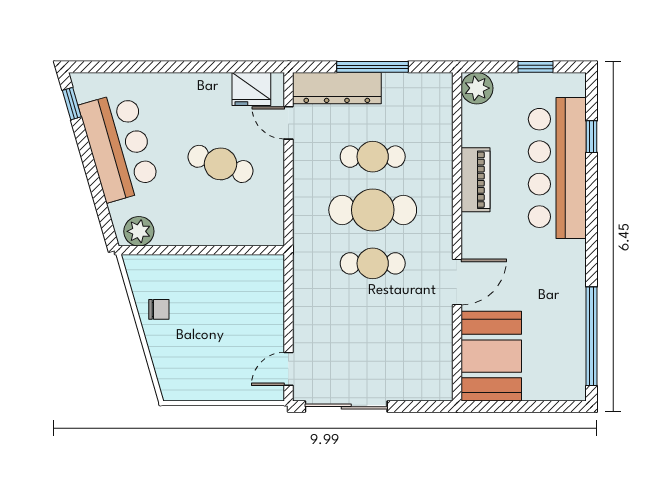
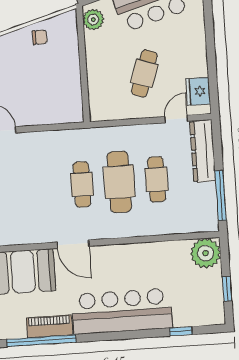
window: (372, 67) -> (221, 195), moved
plant: (477, 88) -> (206, 253), width x1.36, depth x1.36
bar counter: (557, 168) -> (122, 311), moved
piano: (475, 180) -> (49, 326), moved, turned 180
chair: (159, 309) -> (40, 37), turned -90

